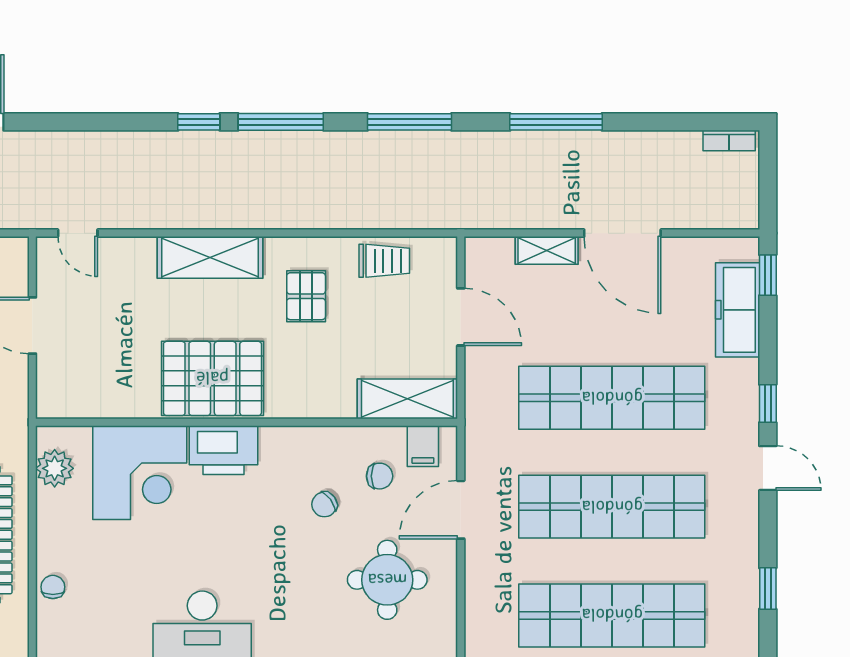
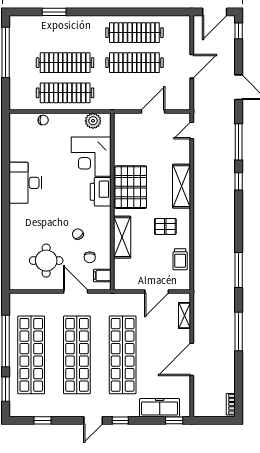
window: (281, 122) -> (239, 142), moved
shelving: (547, 250) -> (185, 316), moved
shelving: (407, 399) -> (122, 237), moved

